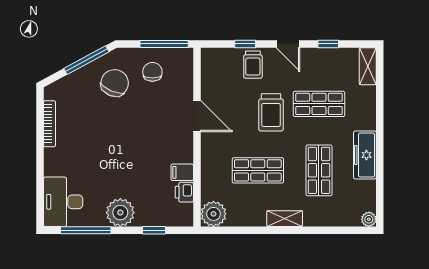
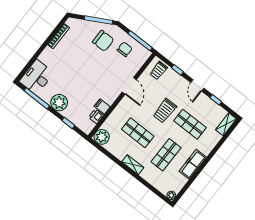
trolley: (253, 65) -> (159, 71), moved
chair: (115, 83) -> (103, 41), turned 67

